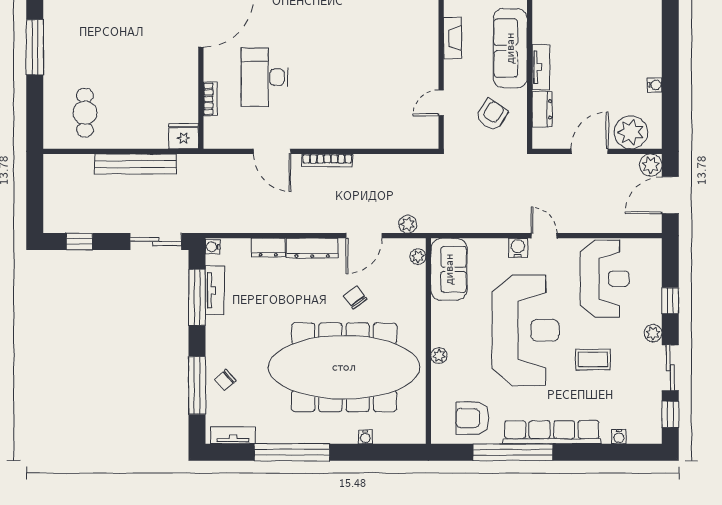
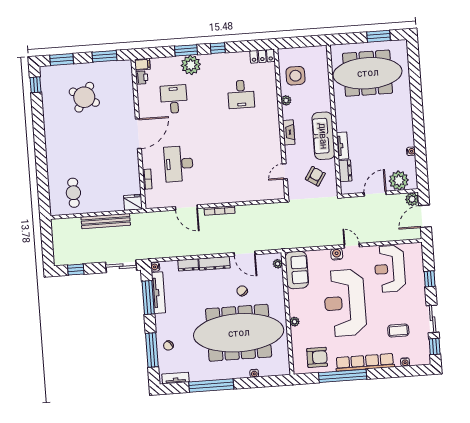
window: (35, 47) -> (41, 156), removed
plant: (408, 224) -> (270, 245), removed
door: (364, 236) -> (245, 254), hinge flipped
reception desk: (605, 279) -> (390, 269), turned 180
tv unit: (215, 290) -> (158, 293), width x1.41
reception desk: (526, 330) -> (345, 303), turned 180
plant: (653, 333) -> (421, 299), removed
coffee table: (593, 360) -> (398, 331), moved
armchair: (472, 418) -> (317, 357), turned 180

